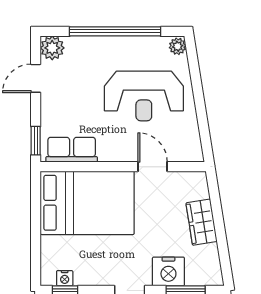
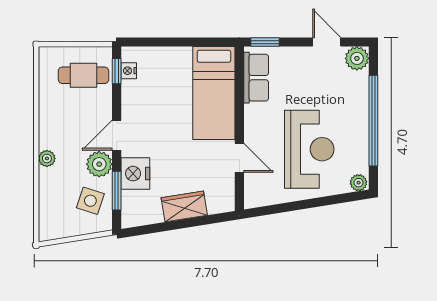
reception desk: (144, 96) -> (309, 149), turned 180
door: (153, 167) -> (239, 158), hinge flipped
bed: (87, 203) -> (214, 93), width x0.67

